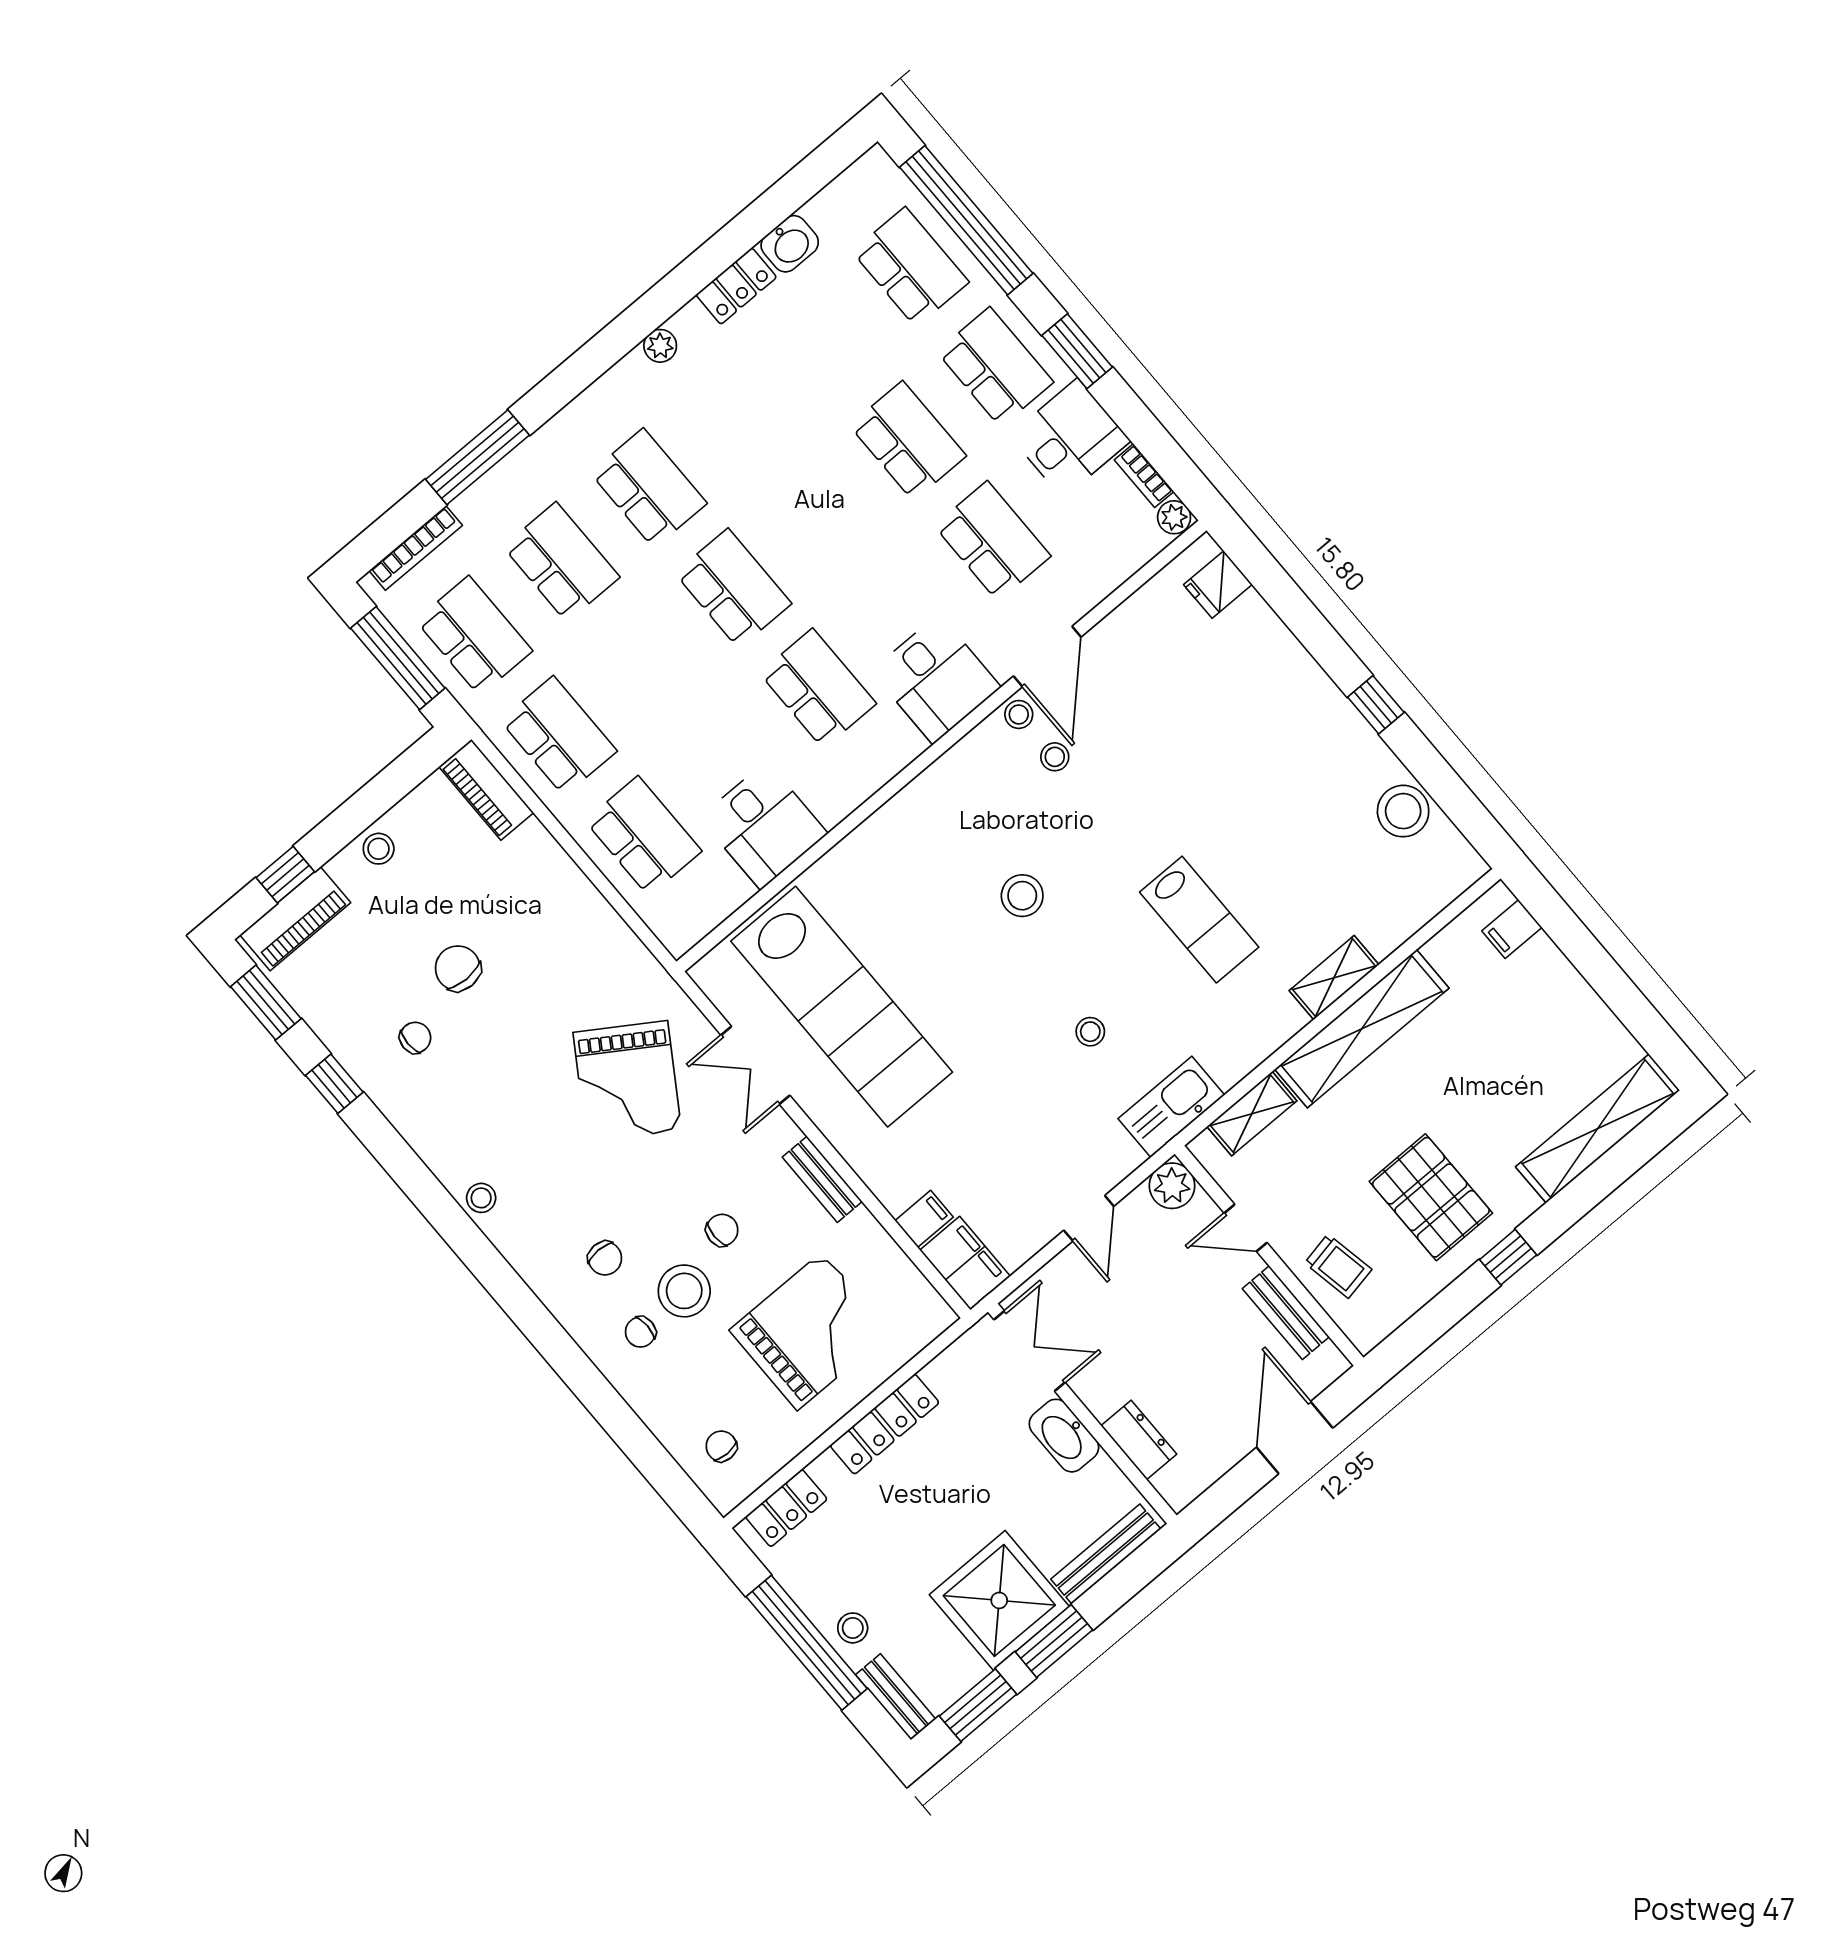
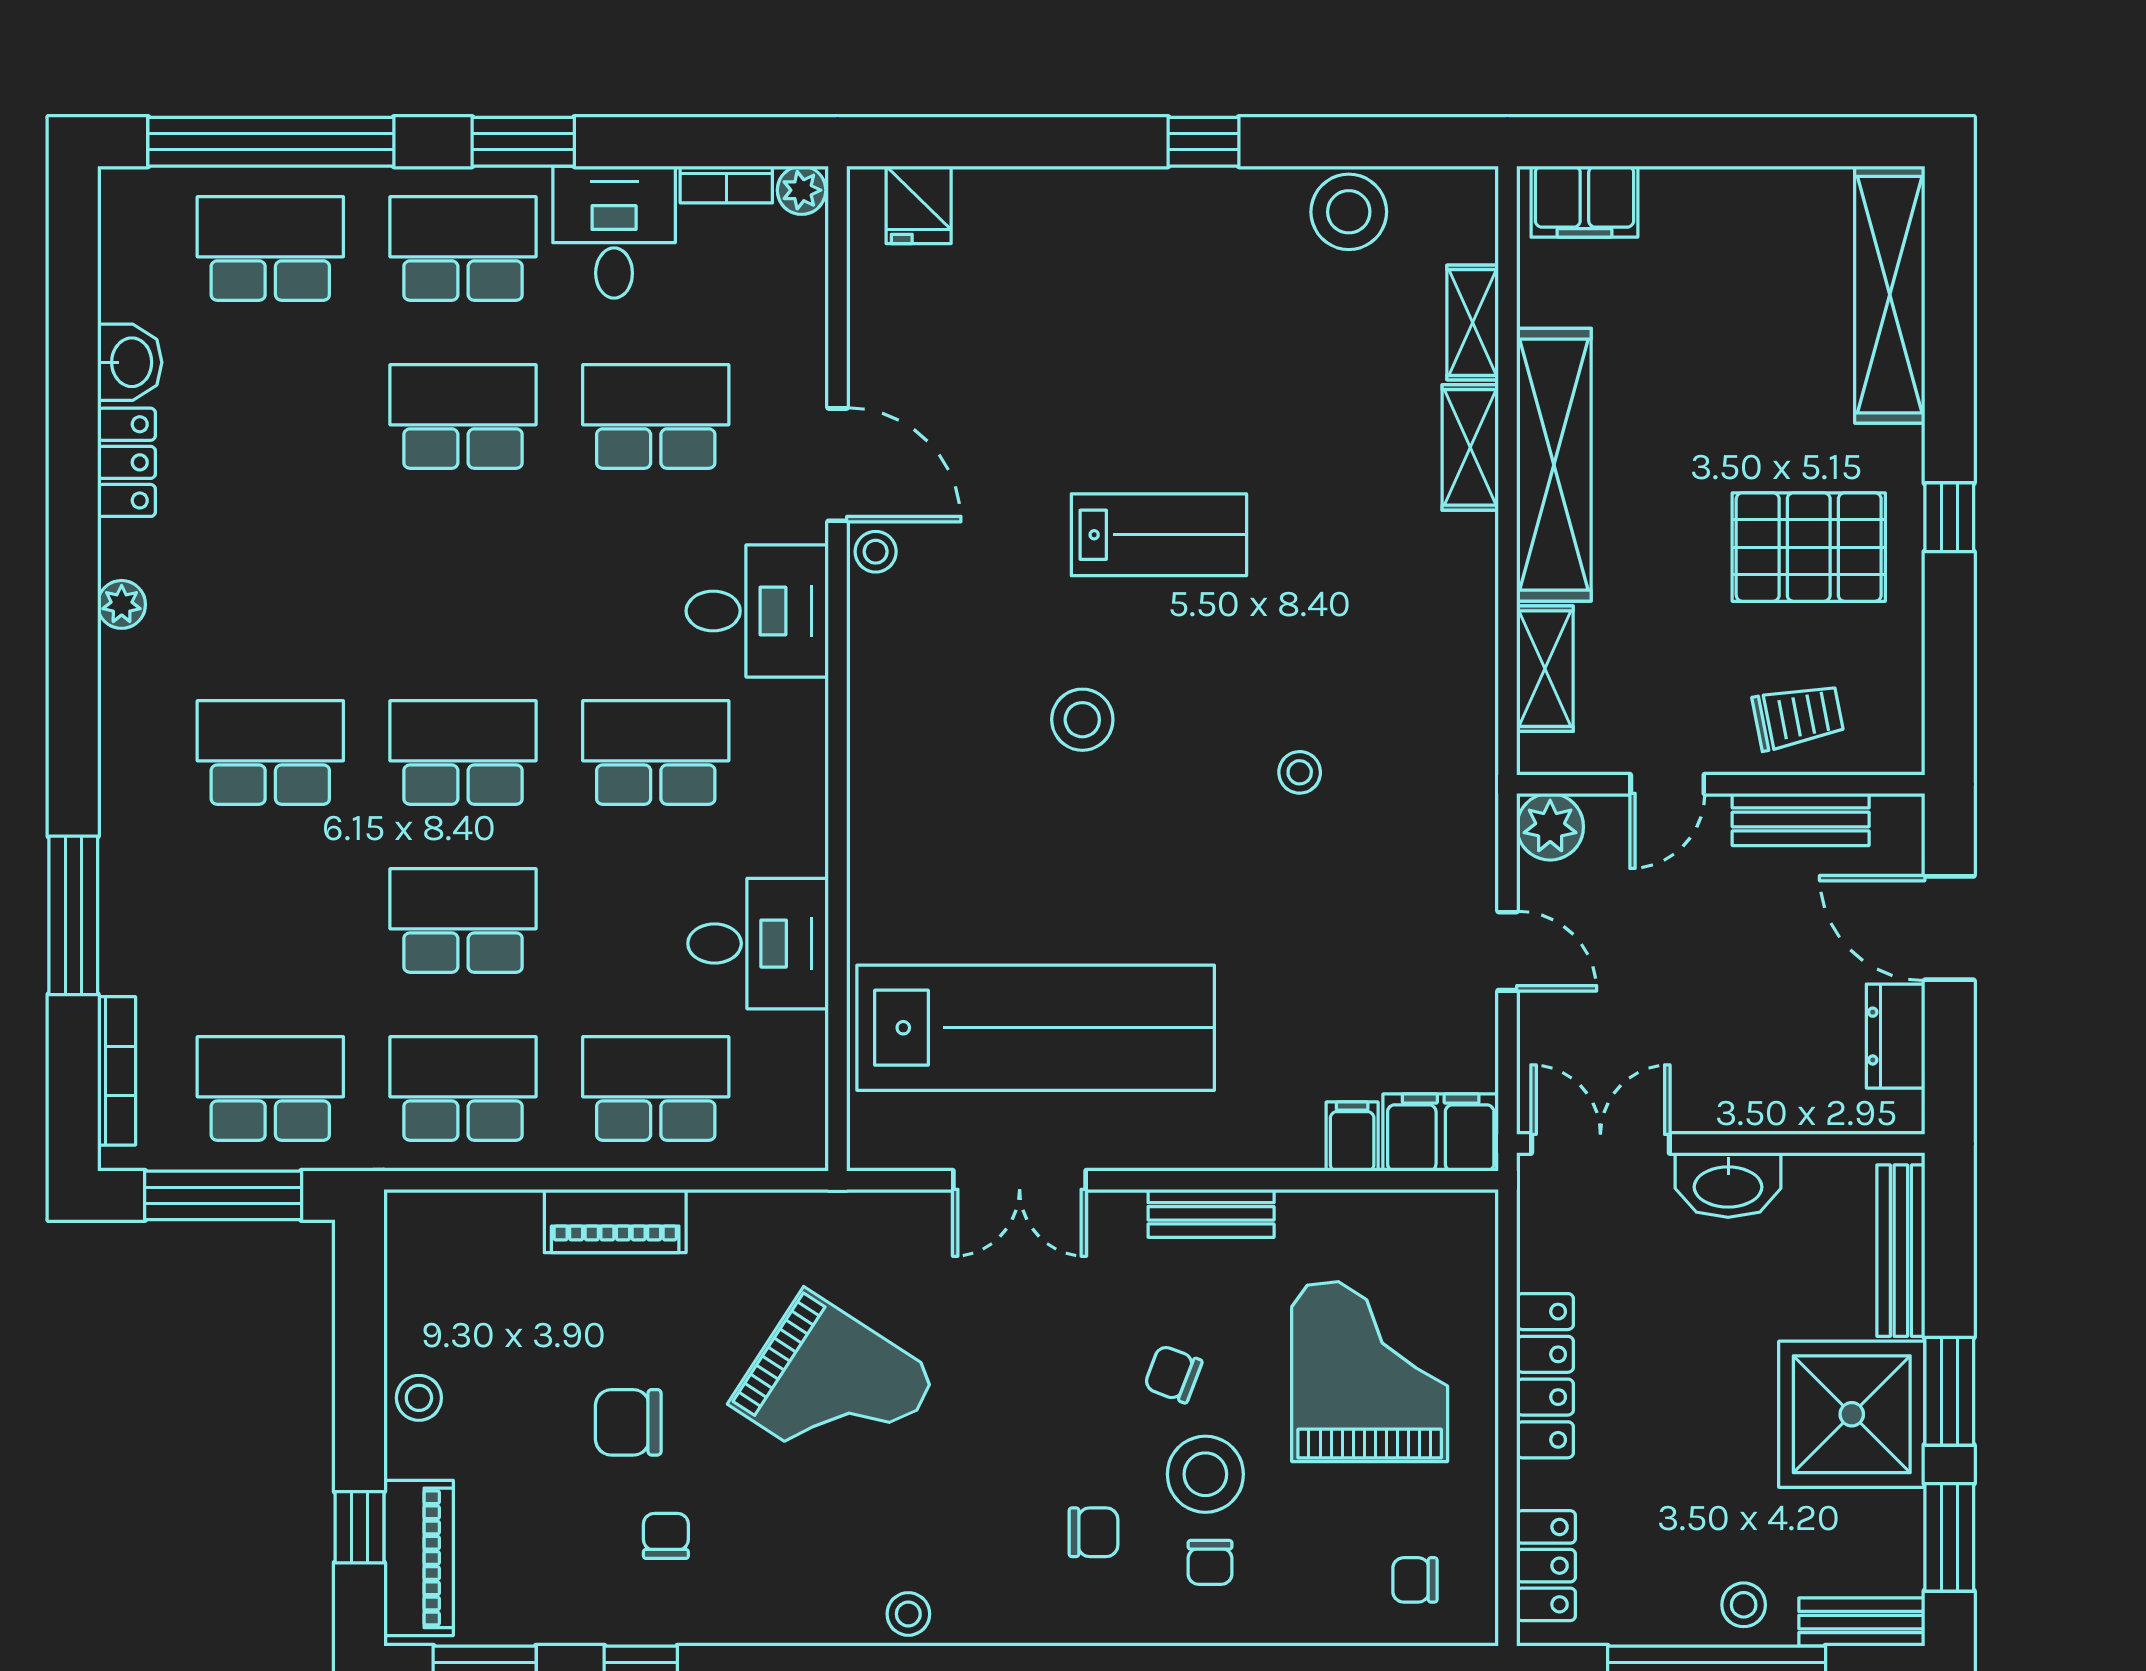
school desk: (561, 562) -> (463, 921), moved
stool: (1055, 757) -> (957, 551), removed
piano: (486, 790) -> (615, 1221), moved
lab bench: (1199, 920) -> (1159, 535), moved
shelving: (1400, 924) -> (1473, 323), added
filing cabinet: (1512, 929) -> (1584, 202), width x2.00
grand piano: (627, 1081) -> (833, 1389), moved
kitchen sink: (1171, 1107) -> (1461, 753), removed
chair: (722, 1230) -> (1173, 1374), turned -69
dresser: (1139, 1440) -> (1896, 1036), moved, turned -90

